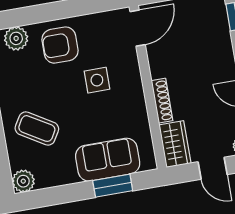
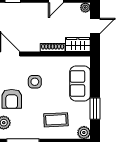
coffee table: (37, 129) -> (56, 120), turned 56
window: (113, 186) -> (95, 109), moved

